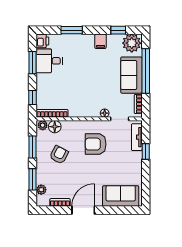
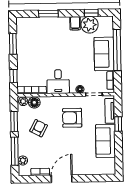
printer: (42, 41) -> (22, 24), removed
plant: (132, 43) -> (90, 25), moved
desk: (49, 61) -> (58, 82), moved, turned -90
window: (32, 179) -> (15, 151), width x1.44
sofa: (121, 196) -> (106, 141), moved, turned -90

